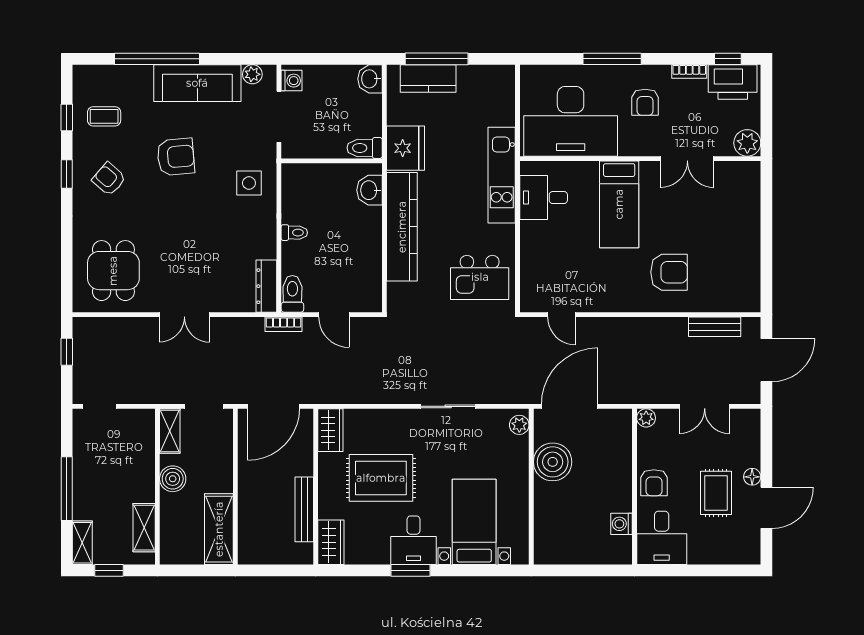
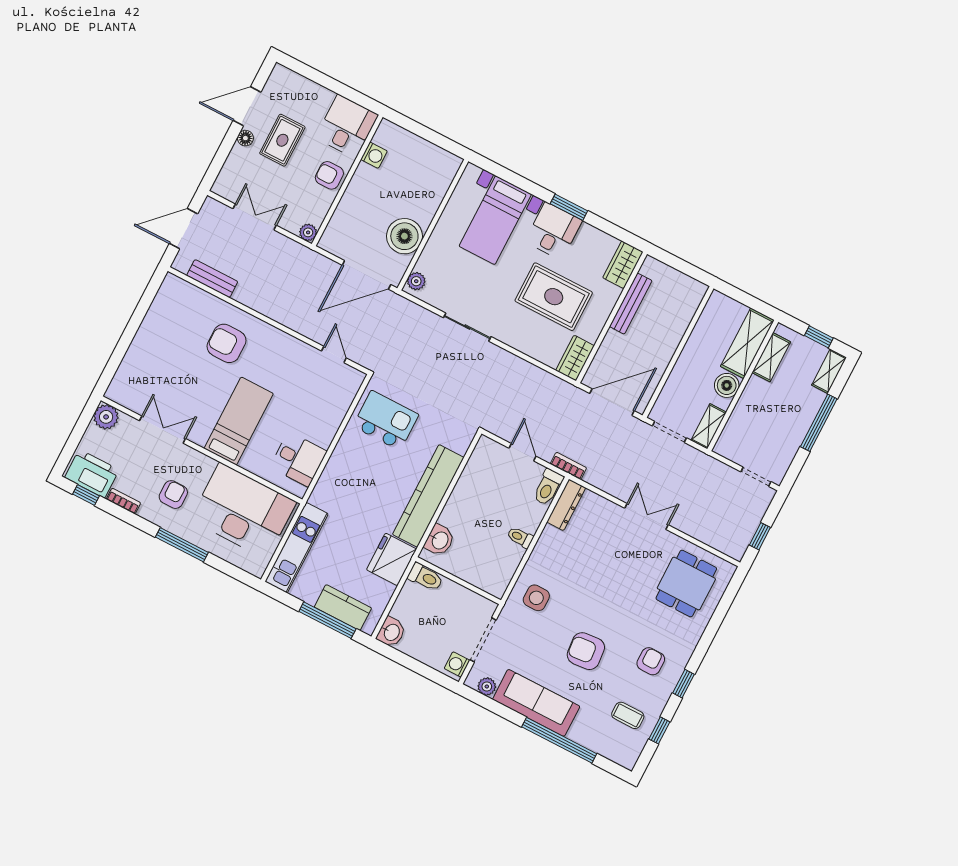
kitchen unit: (502, 175) -> (297, 548), moved
armchair: (109, 179) -> (651, 661), turned -131
armchair: (654, 483) -> (329, 175), turned -90
shelving: (219, 529) -> (747, 343), moved

